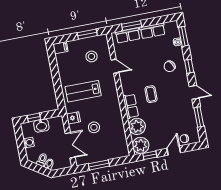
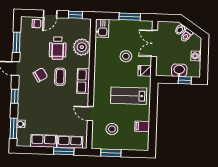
filing cabinet: (60, 48) -> (142, 126), moved
chair: (170, 66) -> (40, 75), moved
lab bench: (83, 91) -> (129, 96), turned 180
row of seats: (131, 106) -> (83, 81), moved
wheelchair: (159, 120) -> (58, 48), added
plant: (141, 145) -> (83, 27), removed
kitchen sink: (122, 148) -> (102, 28), added

